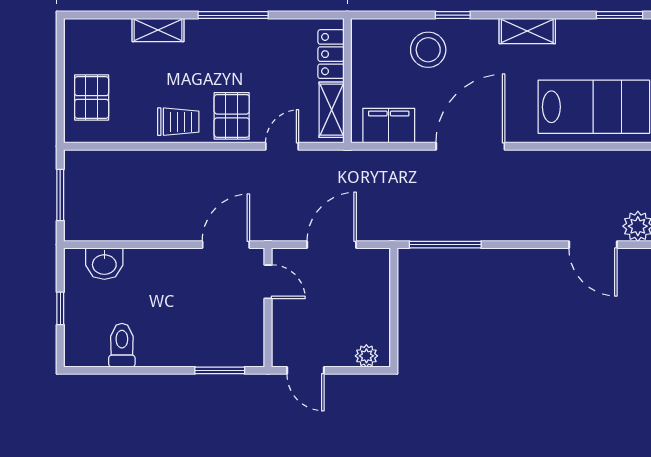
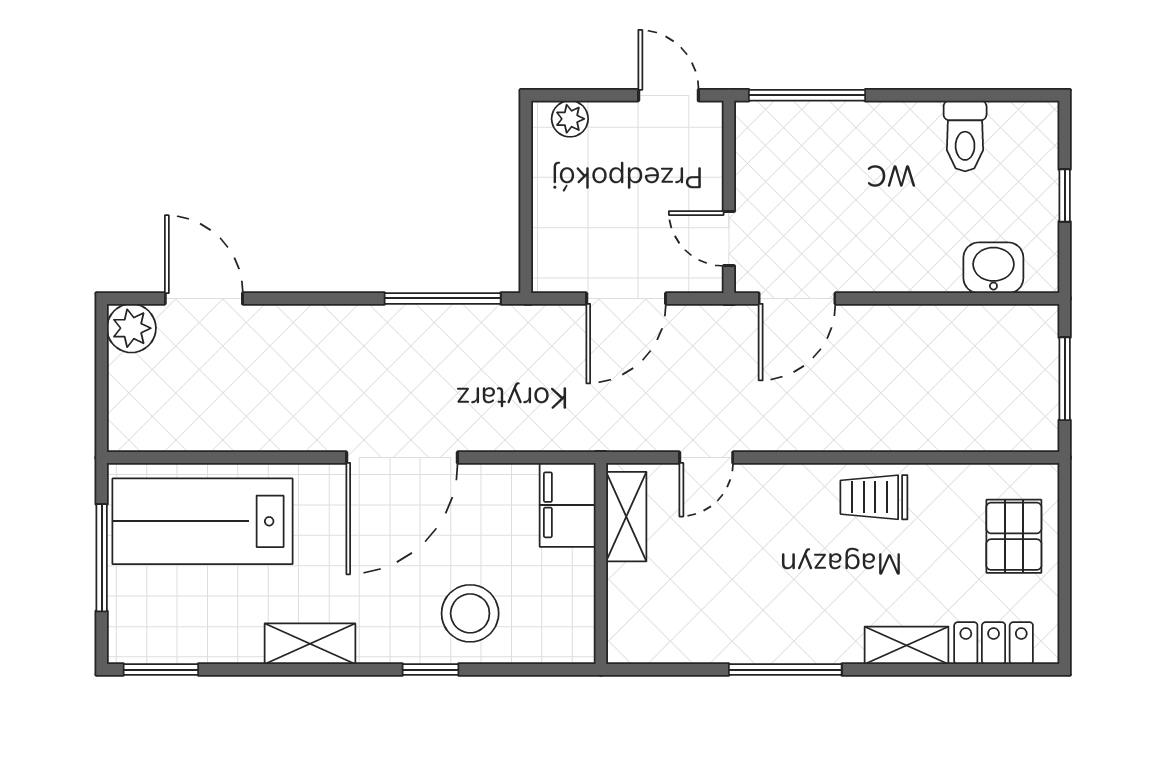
locker: (331, 54) -> (994, 643), moved, turned -90
pallet: (232, 116) -> (788, 506), removed
filing cabinet: (389, 126) -> (568, 505), moved, turned 90
window: (220, 370) -> (807, 95), width x1.44

